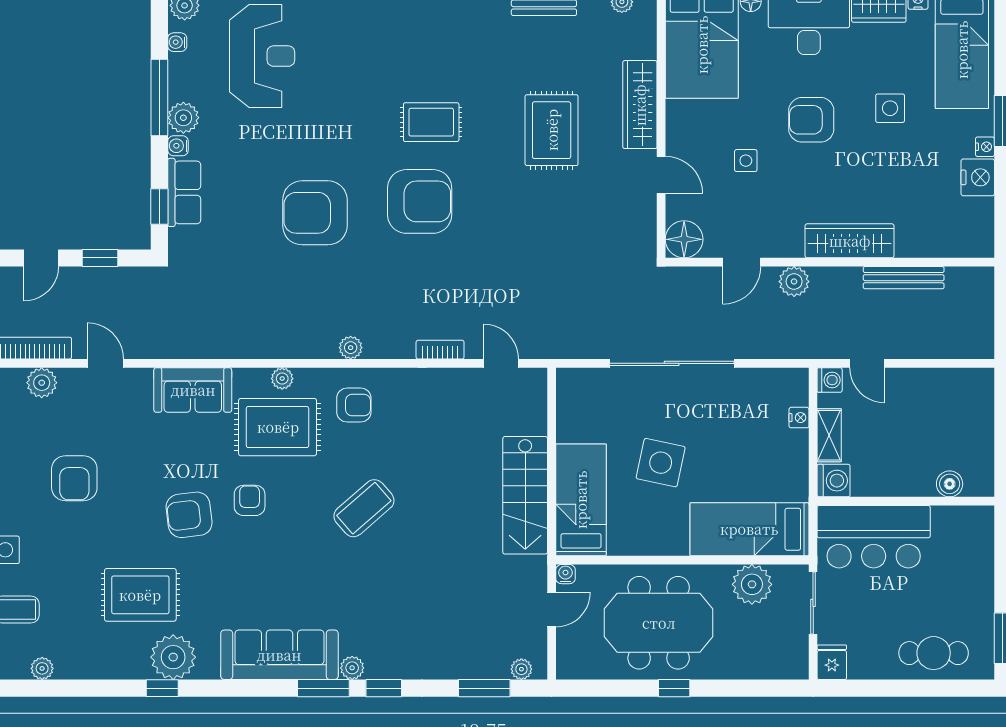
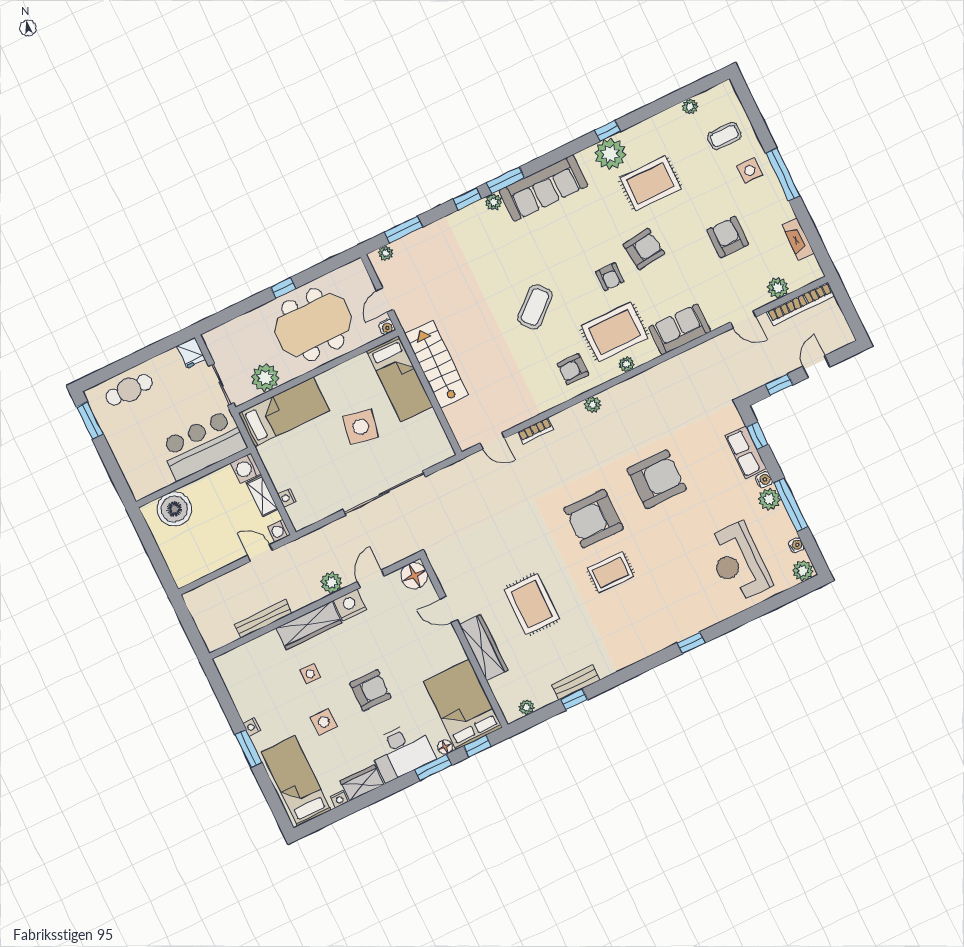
side table: (746, 161) -> (310, 674), moved
nightstand: (978, 177) -> (350, 605), moved, turned 90
boiler: (950, 484) -> (174, 509), width x1.86, depth x1.86

